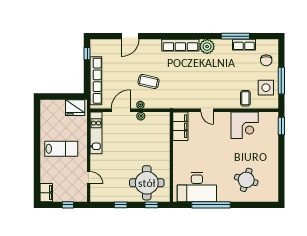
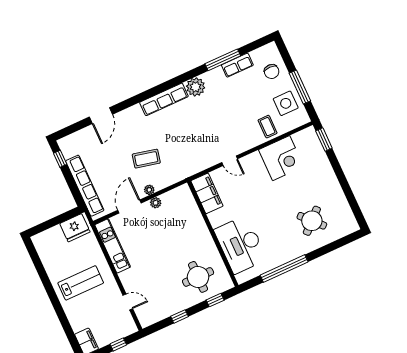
round table: (246, 180) -> (312, 221), turned 30
round table: (147, 183) -> (198, 277), width x0.73, depth x0.73
desk: (197, 187) -> (241, 245), moved, turned 90

